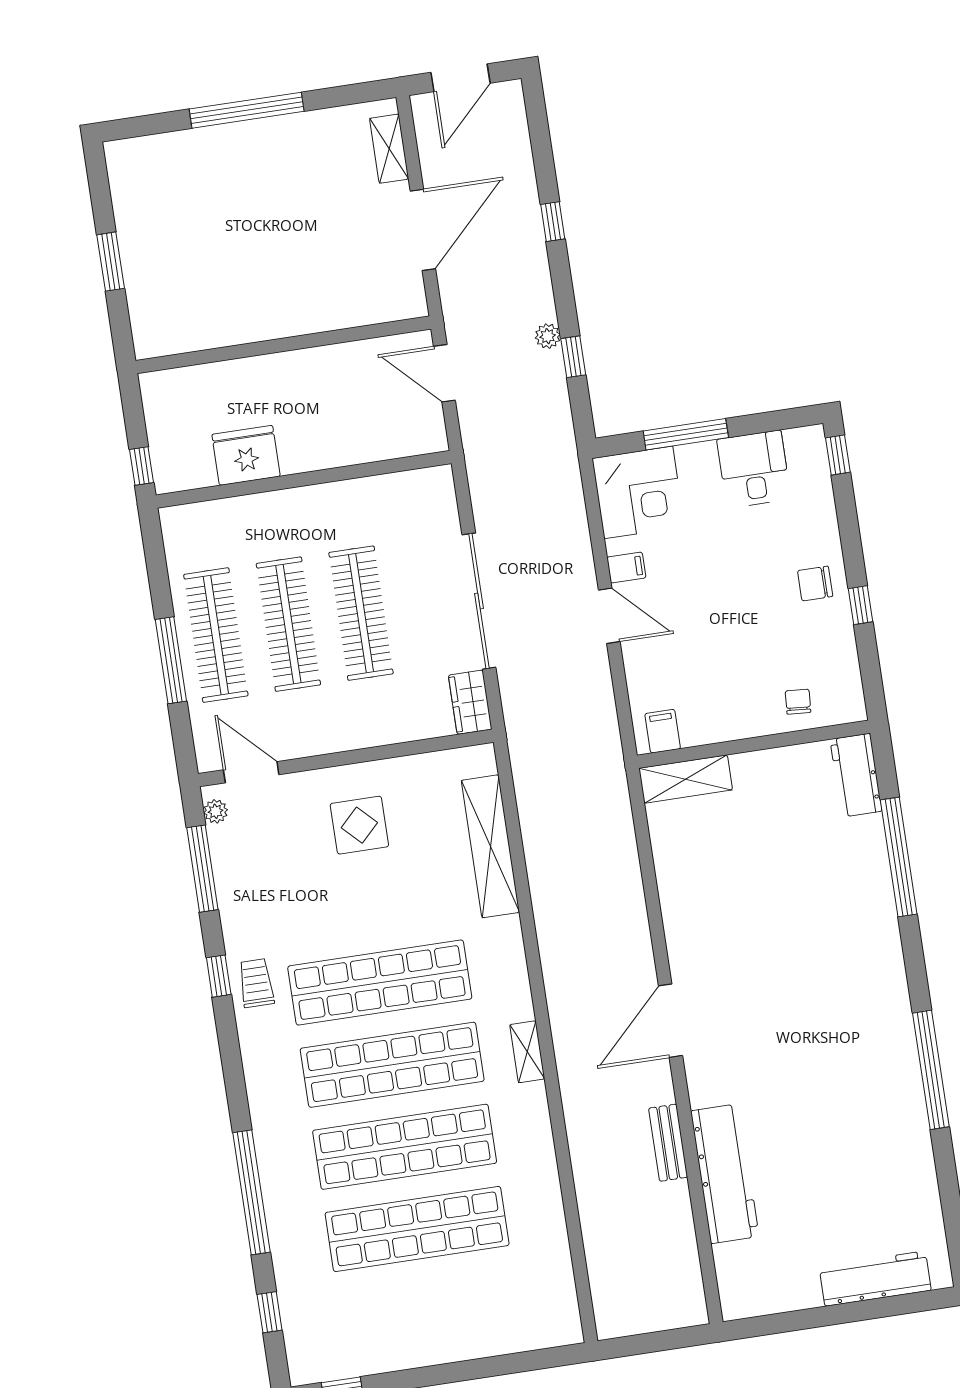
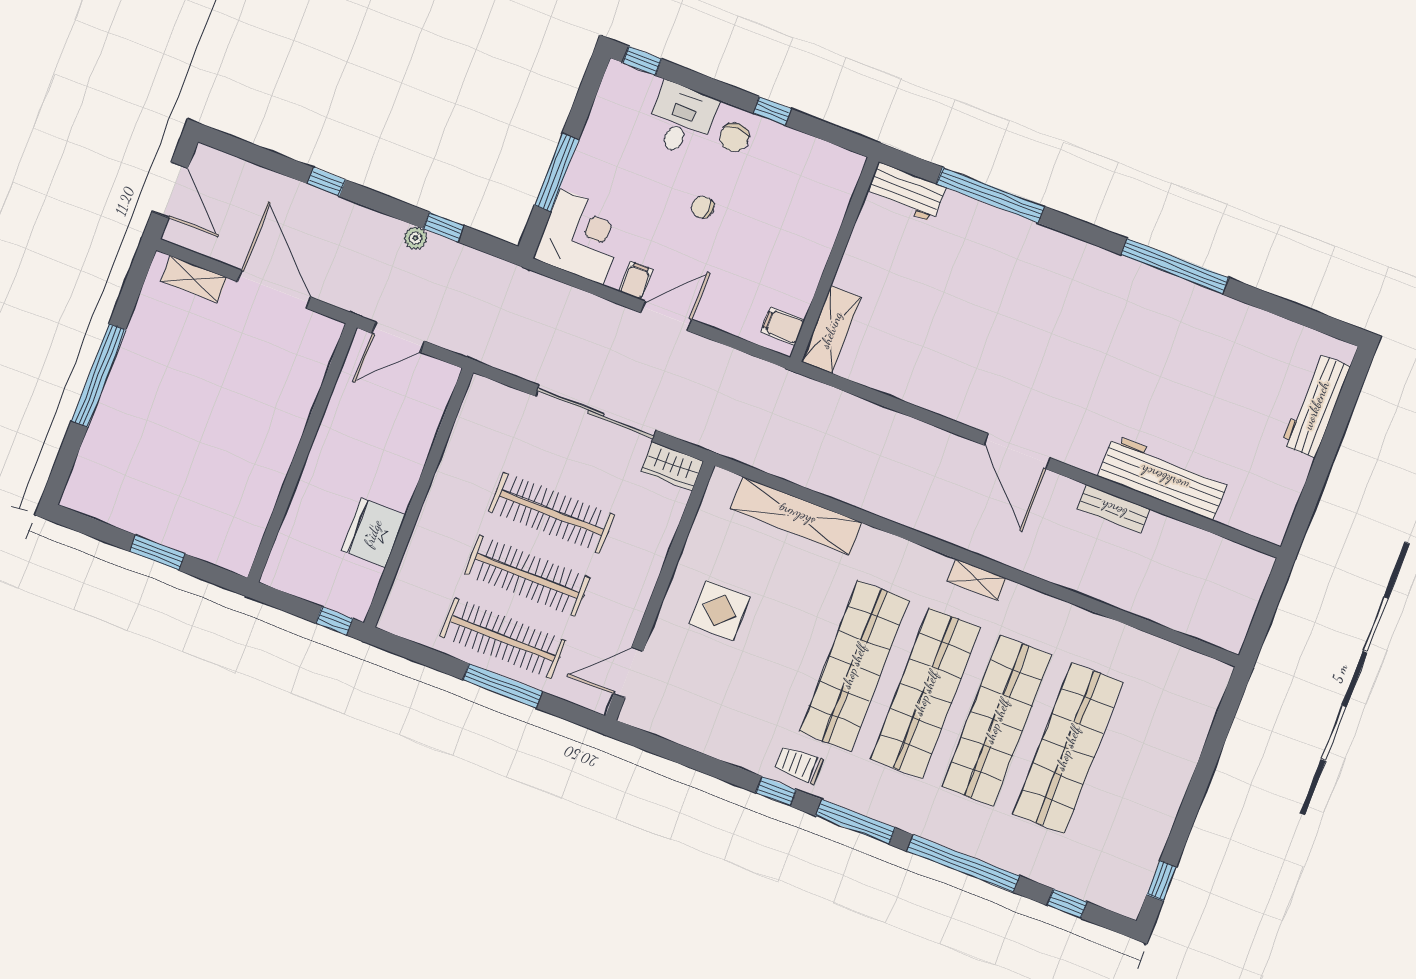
desk: (754, 469) -> (681, 120), moved, turned 90
chair: (798, 702) -> (703, 207), moved
plant: (216, 811) -> (643, 719), removed
window: (202, 869) -> (855, 822), moved

